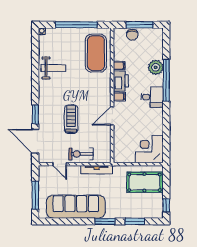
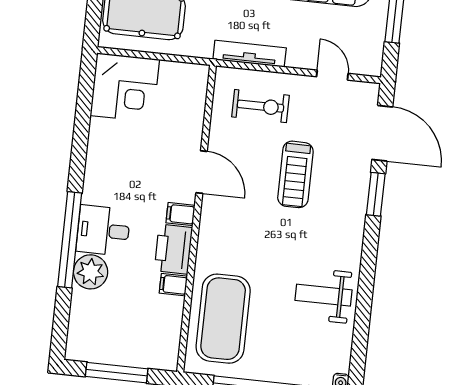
chair: (132, 35) -> (136, 351), removed
desk: (152, 97) -> (103, 230), moved
door: (112, 116) -> (202, 172), hinge flipped
exercise bike: (81, 154) -> (260, 106), moved

